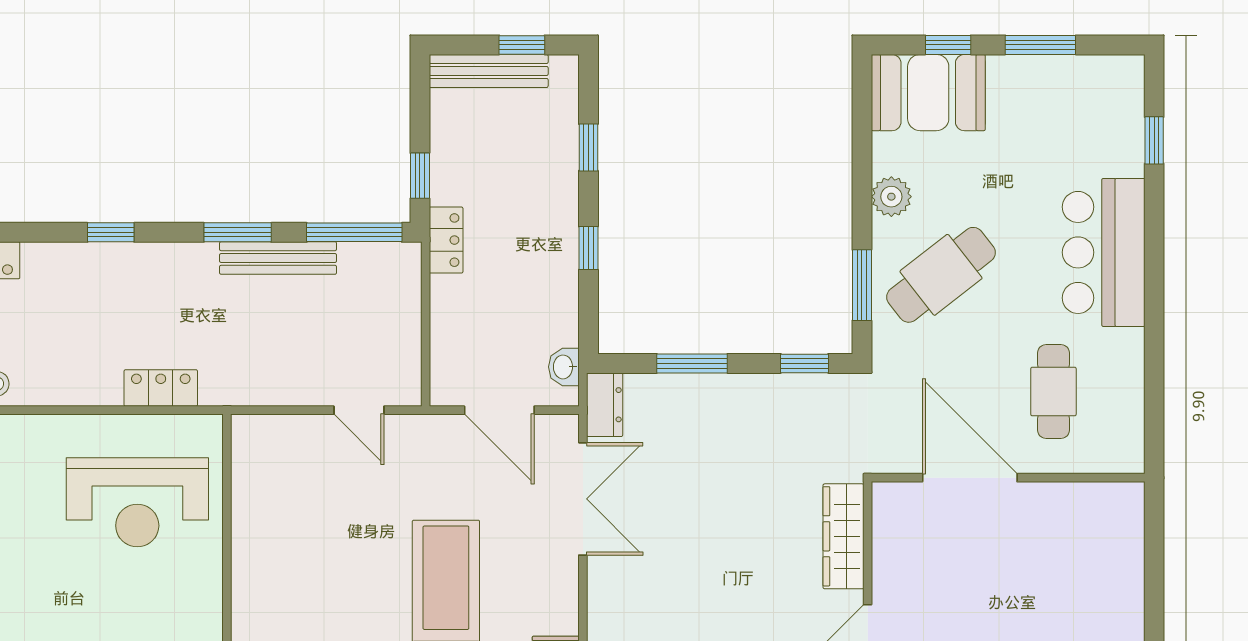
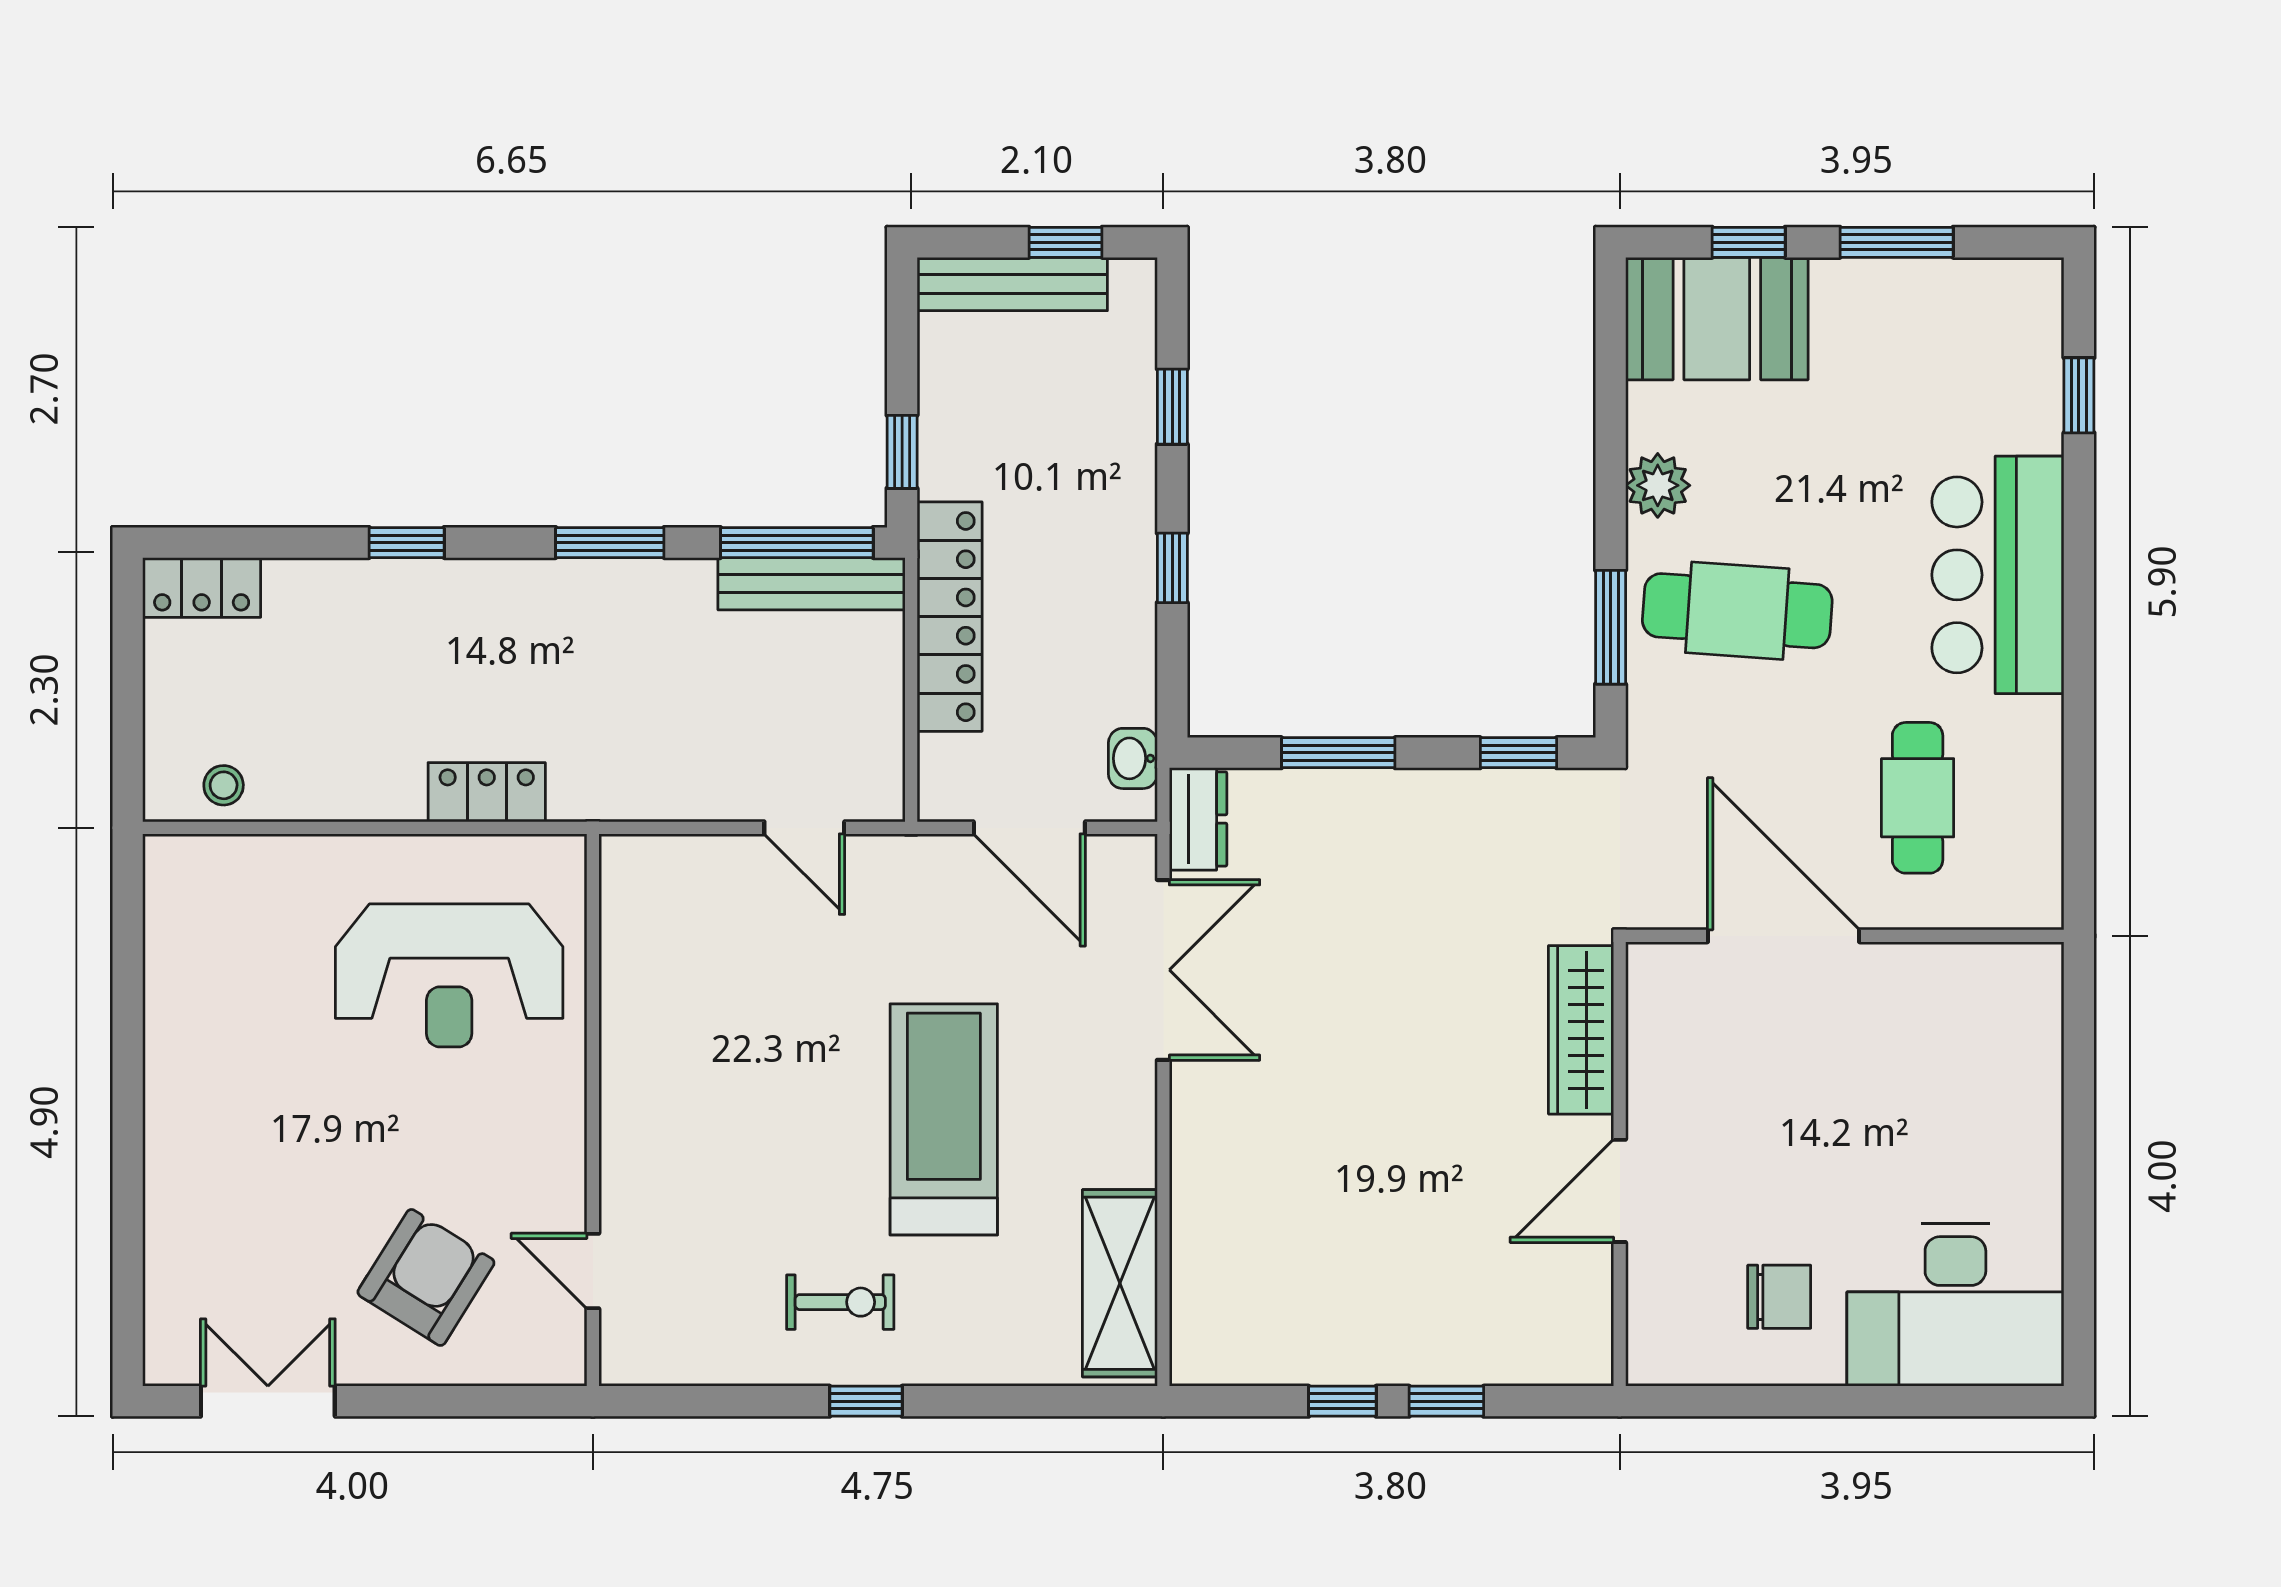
locker: (446, 240) -> (950, 617), width x2.16, depth x1.21
bench: (278, 258) -> (812, 584), moved
cafe table: (941, 275) -> (1737, 611), turned 42

